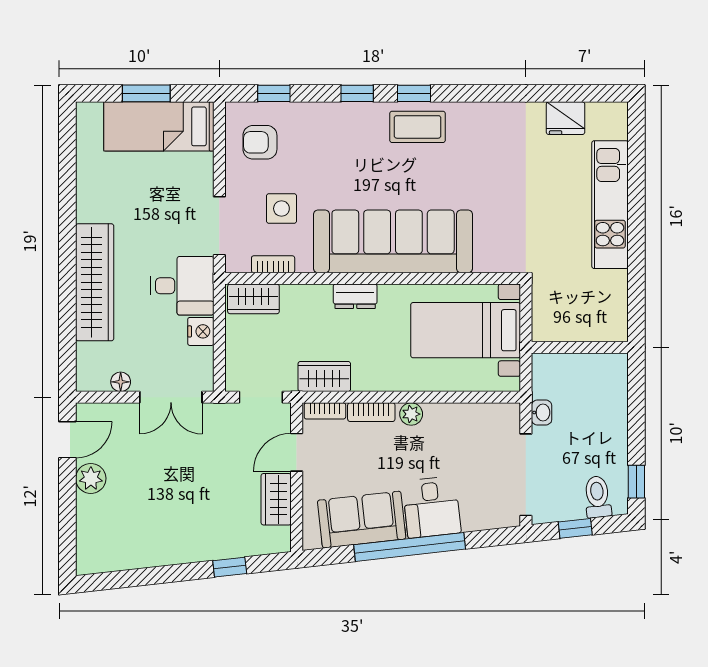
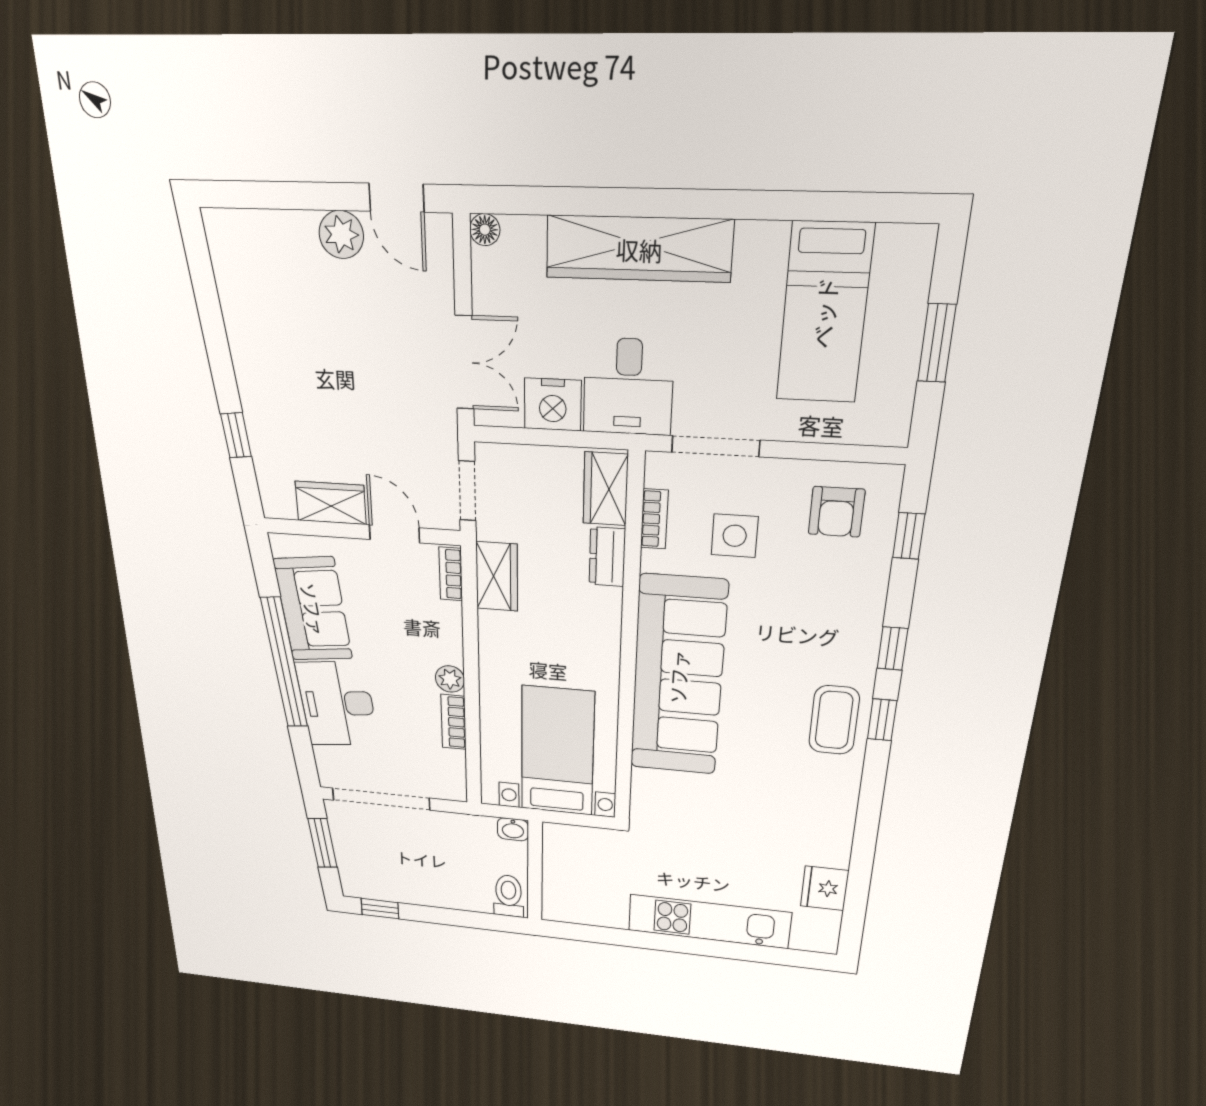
bed: (159, 126) -> (824, 313), moved, turned 180
armchair: (260, 142) -> (836, 512), turned 180
dresser: (355, 296) -> (607, 557), moved
nightstand: (201, 331) -> (553, 405), width x1.36, depth x1.33
floor lamp: (121, 382) -> (485, 230), moved
double door: (171, 397) -> (464, 363), swing flipped
bookcase: (371, 412) -> (454, 722), moved
washbasin: (542, 413) -> (513, 829), moved
toilet: (598, 497) -> (508, 896), moved, turned -84
desk: (432, 507) -> (337, 704), width x1.37
window: (575, 528) -> (323, 843), width x1.50

